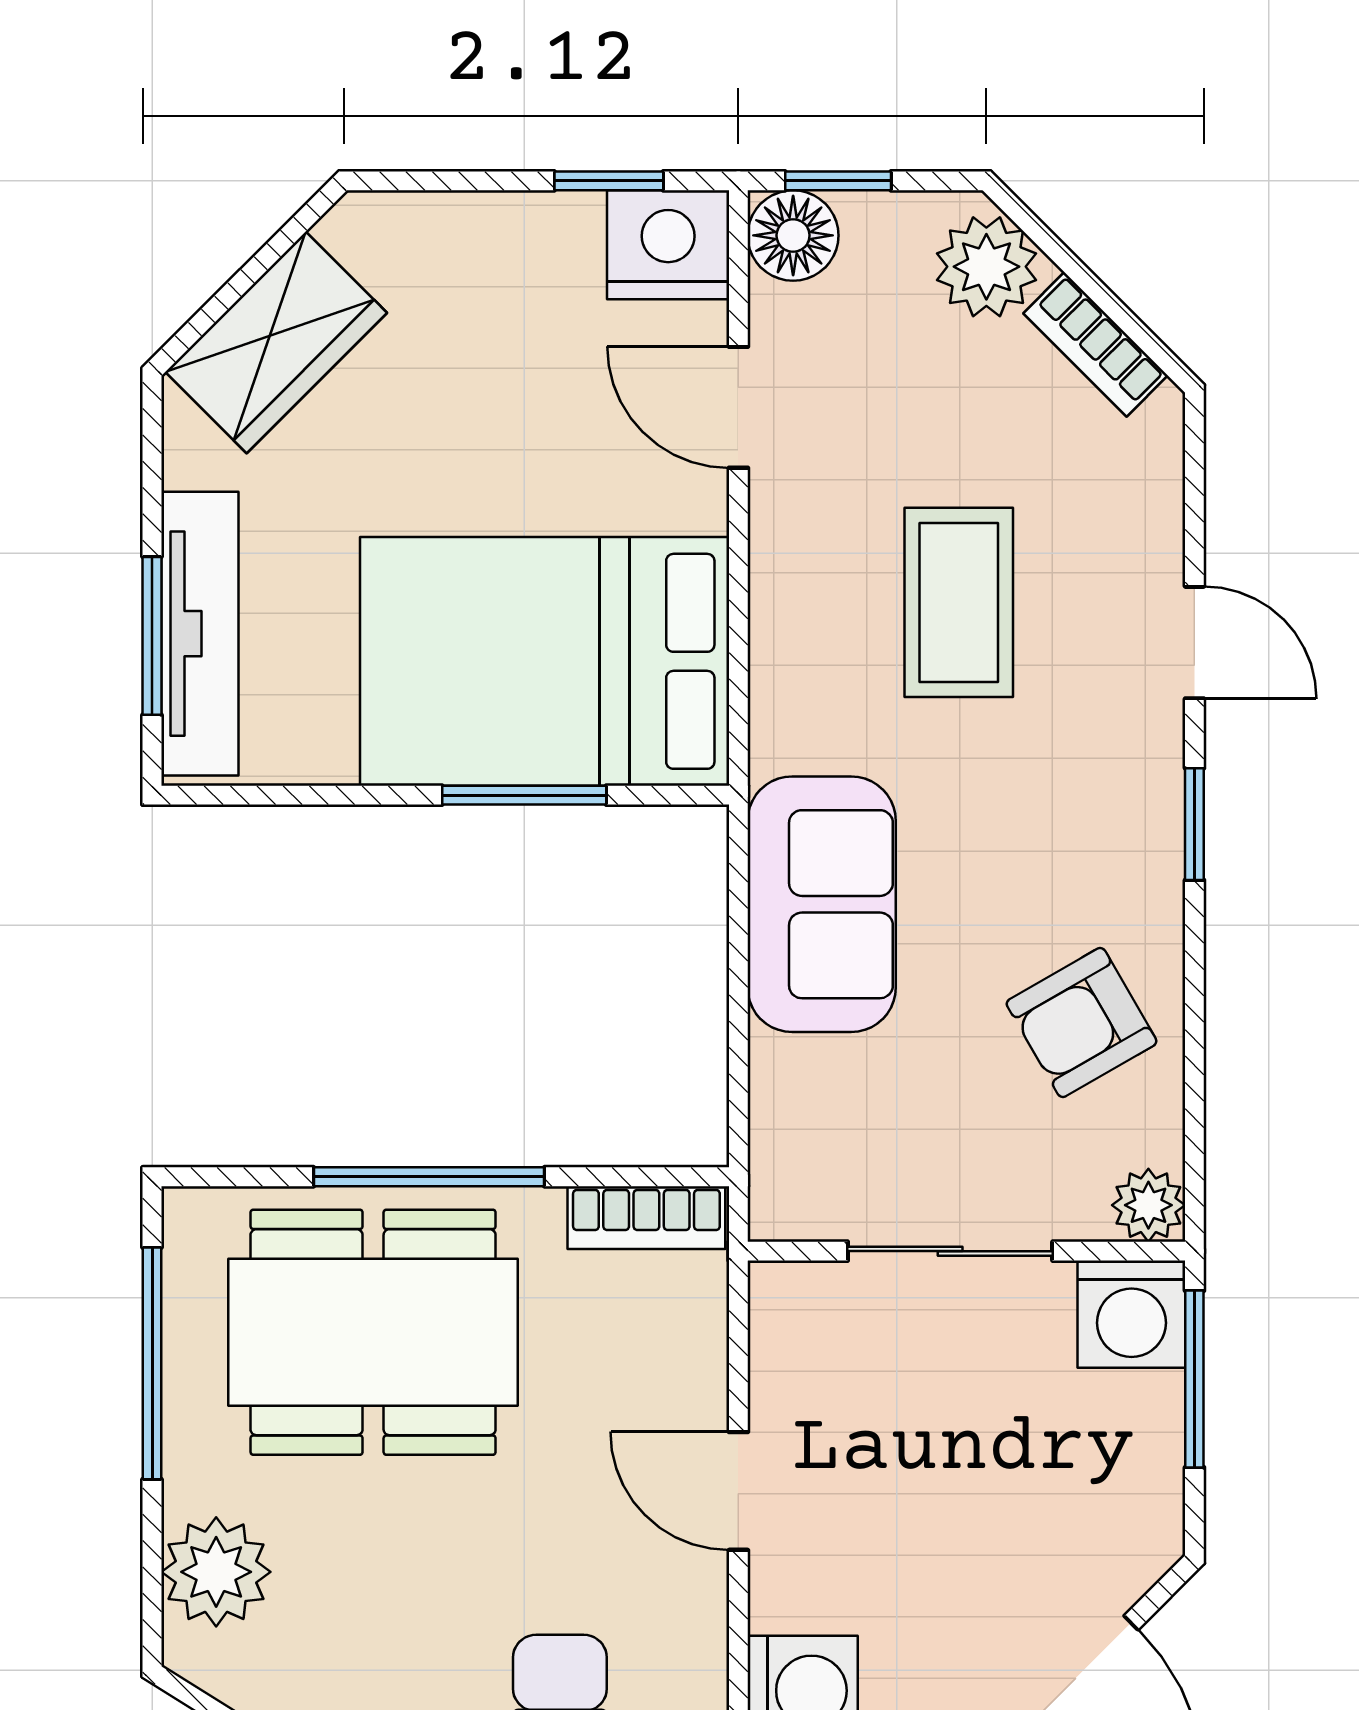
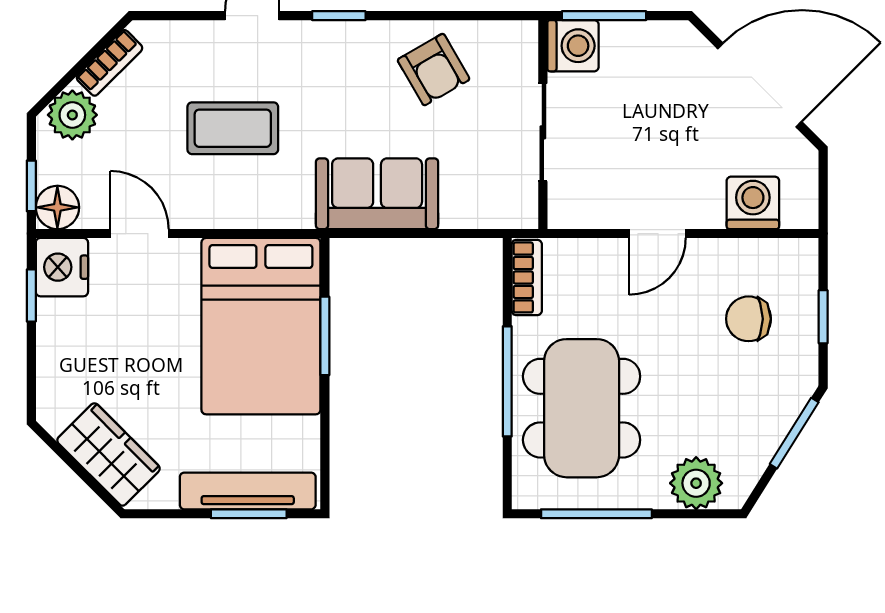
door: (738, 407) -> (140, 234), swing flipped
plant: (1148, 1205) -> (521, 38), removed

